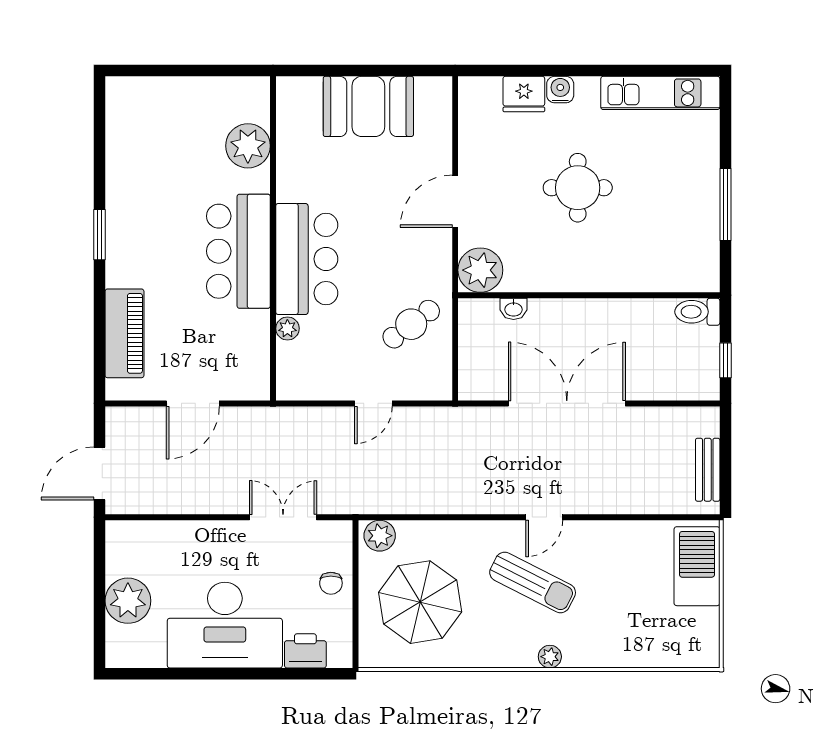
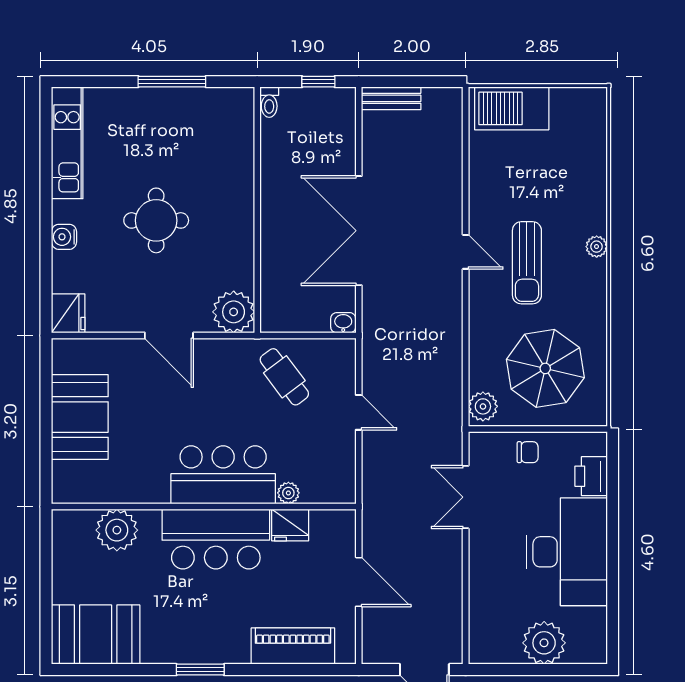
fridge: (524, 94) -> (68, 313), moved
booth: (137, 123) -> (96, 635), added
washbasin: (514, 309) -> (343, 323), moved, turned -90
toilet: (697, 312) -> (269, 102), width x0.73, depth x0.72
fridge: (253, 330) -> (290, 525), added
bench: (708, 470) -> (391, 98), moved
sun lounger: (533, 582) -> (527, 263), turned 153

